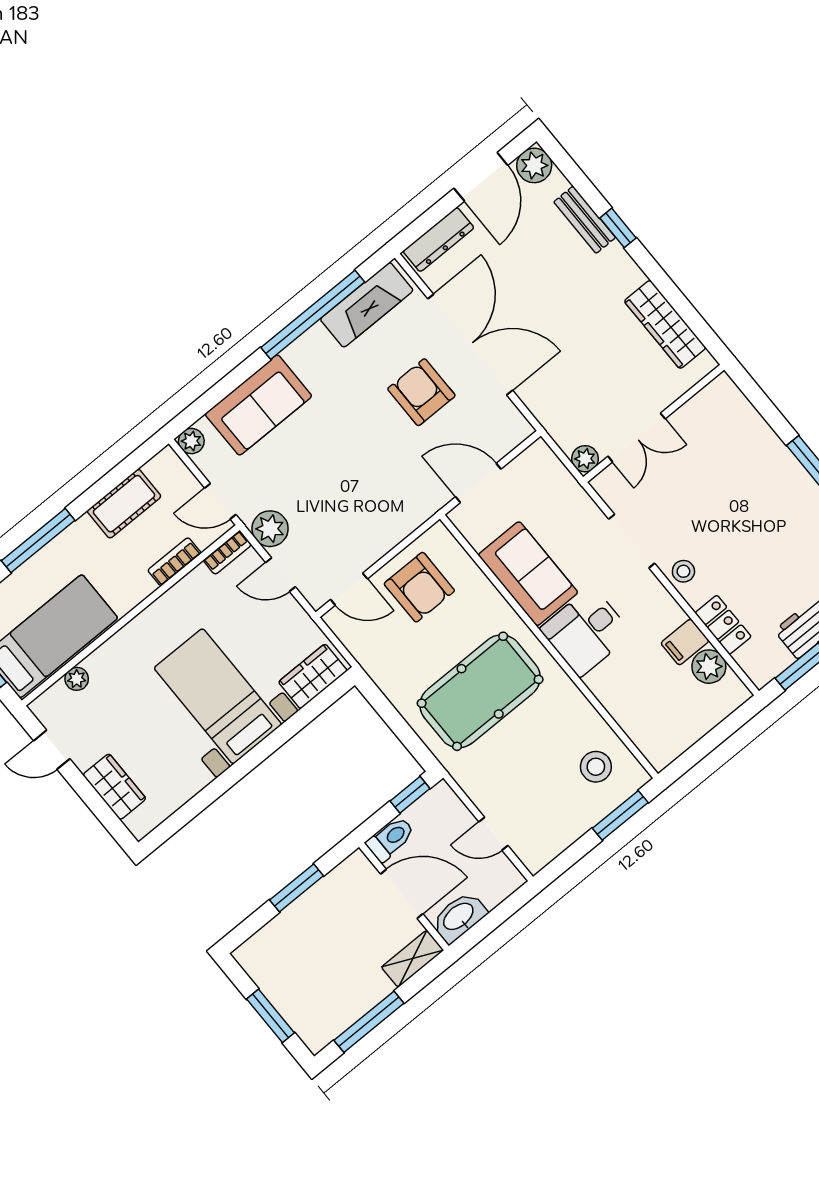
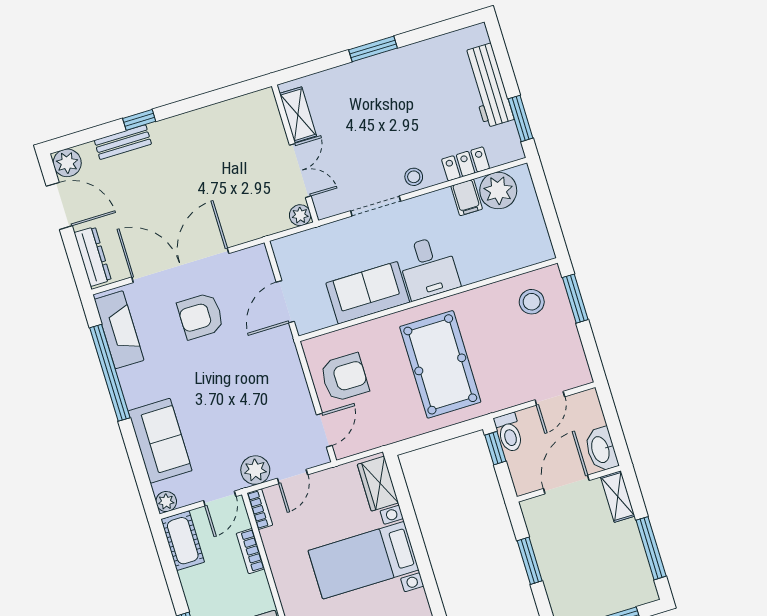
wardrobe: (665, 324) -> (225, 115), removed
shelving: (700, 408) -> (298, 115), added
cot: (124, 504) -> (183, 541), moved
plant: (709, 667) -> (498, 191), width x1.36, depth x1.36
toilet: (391, 839) -> (509, 433), moved, turned 180

